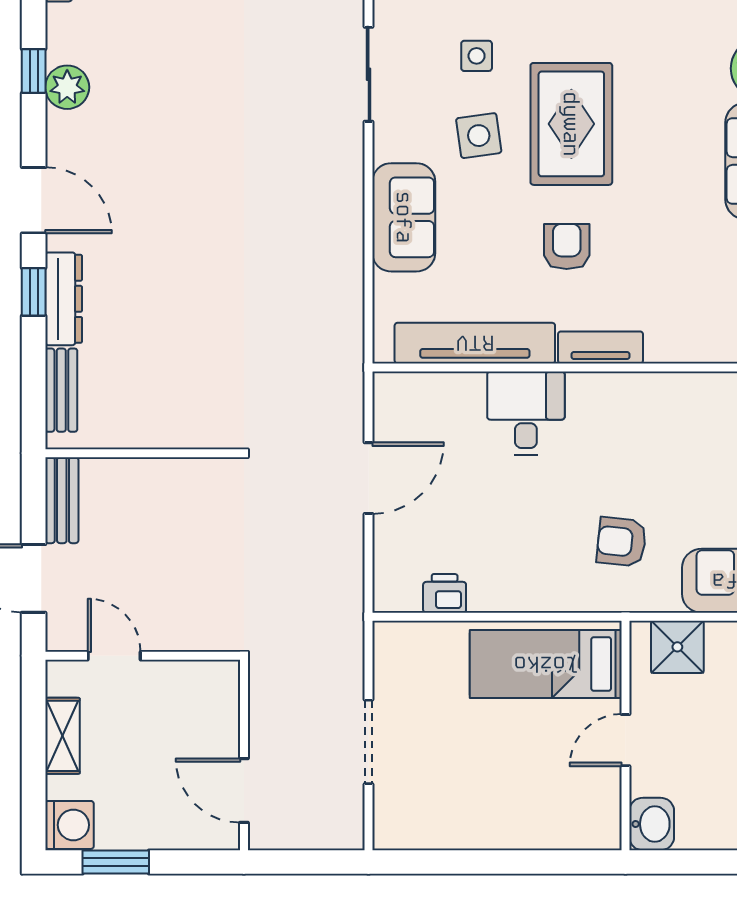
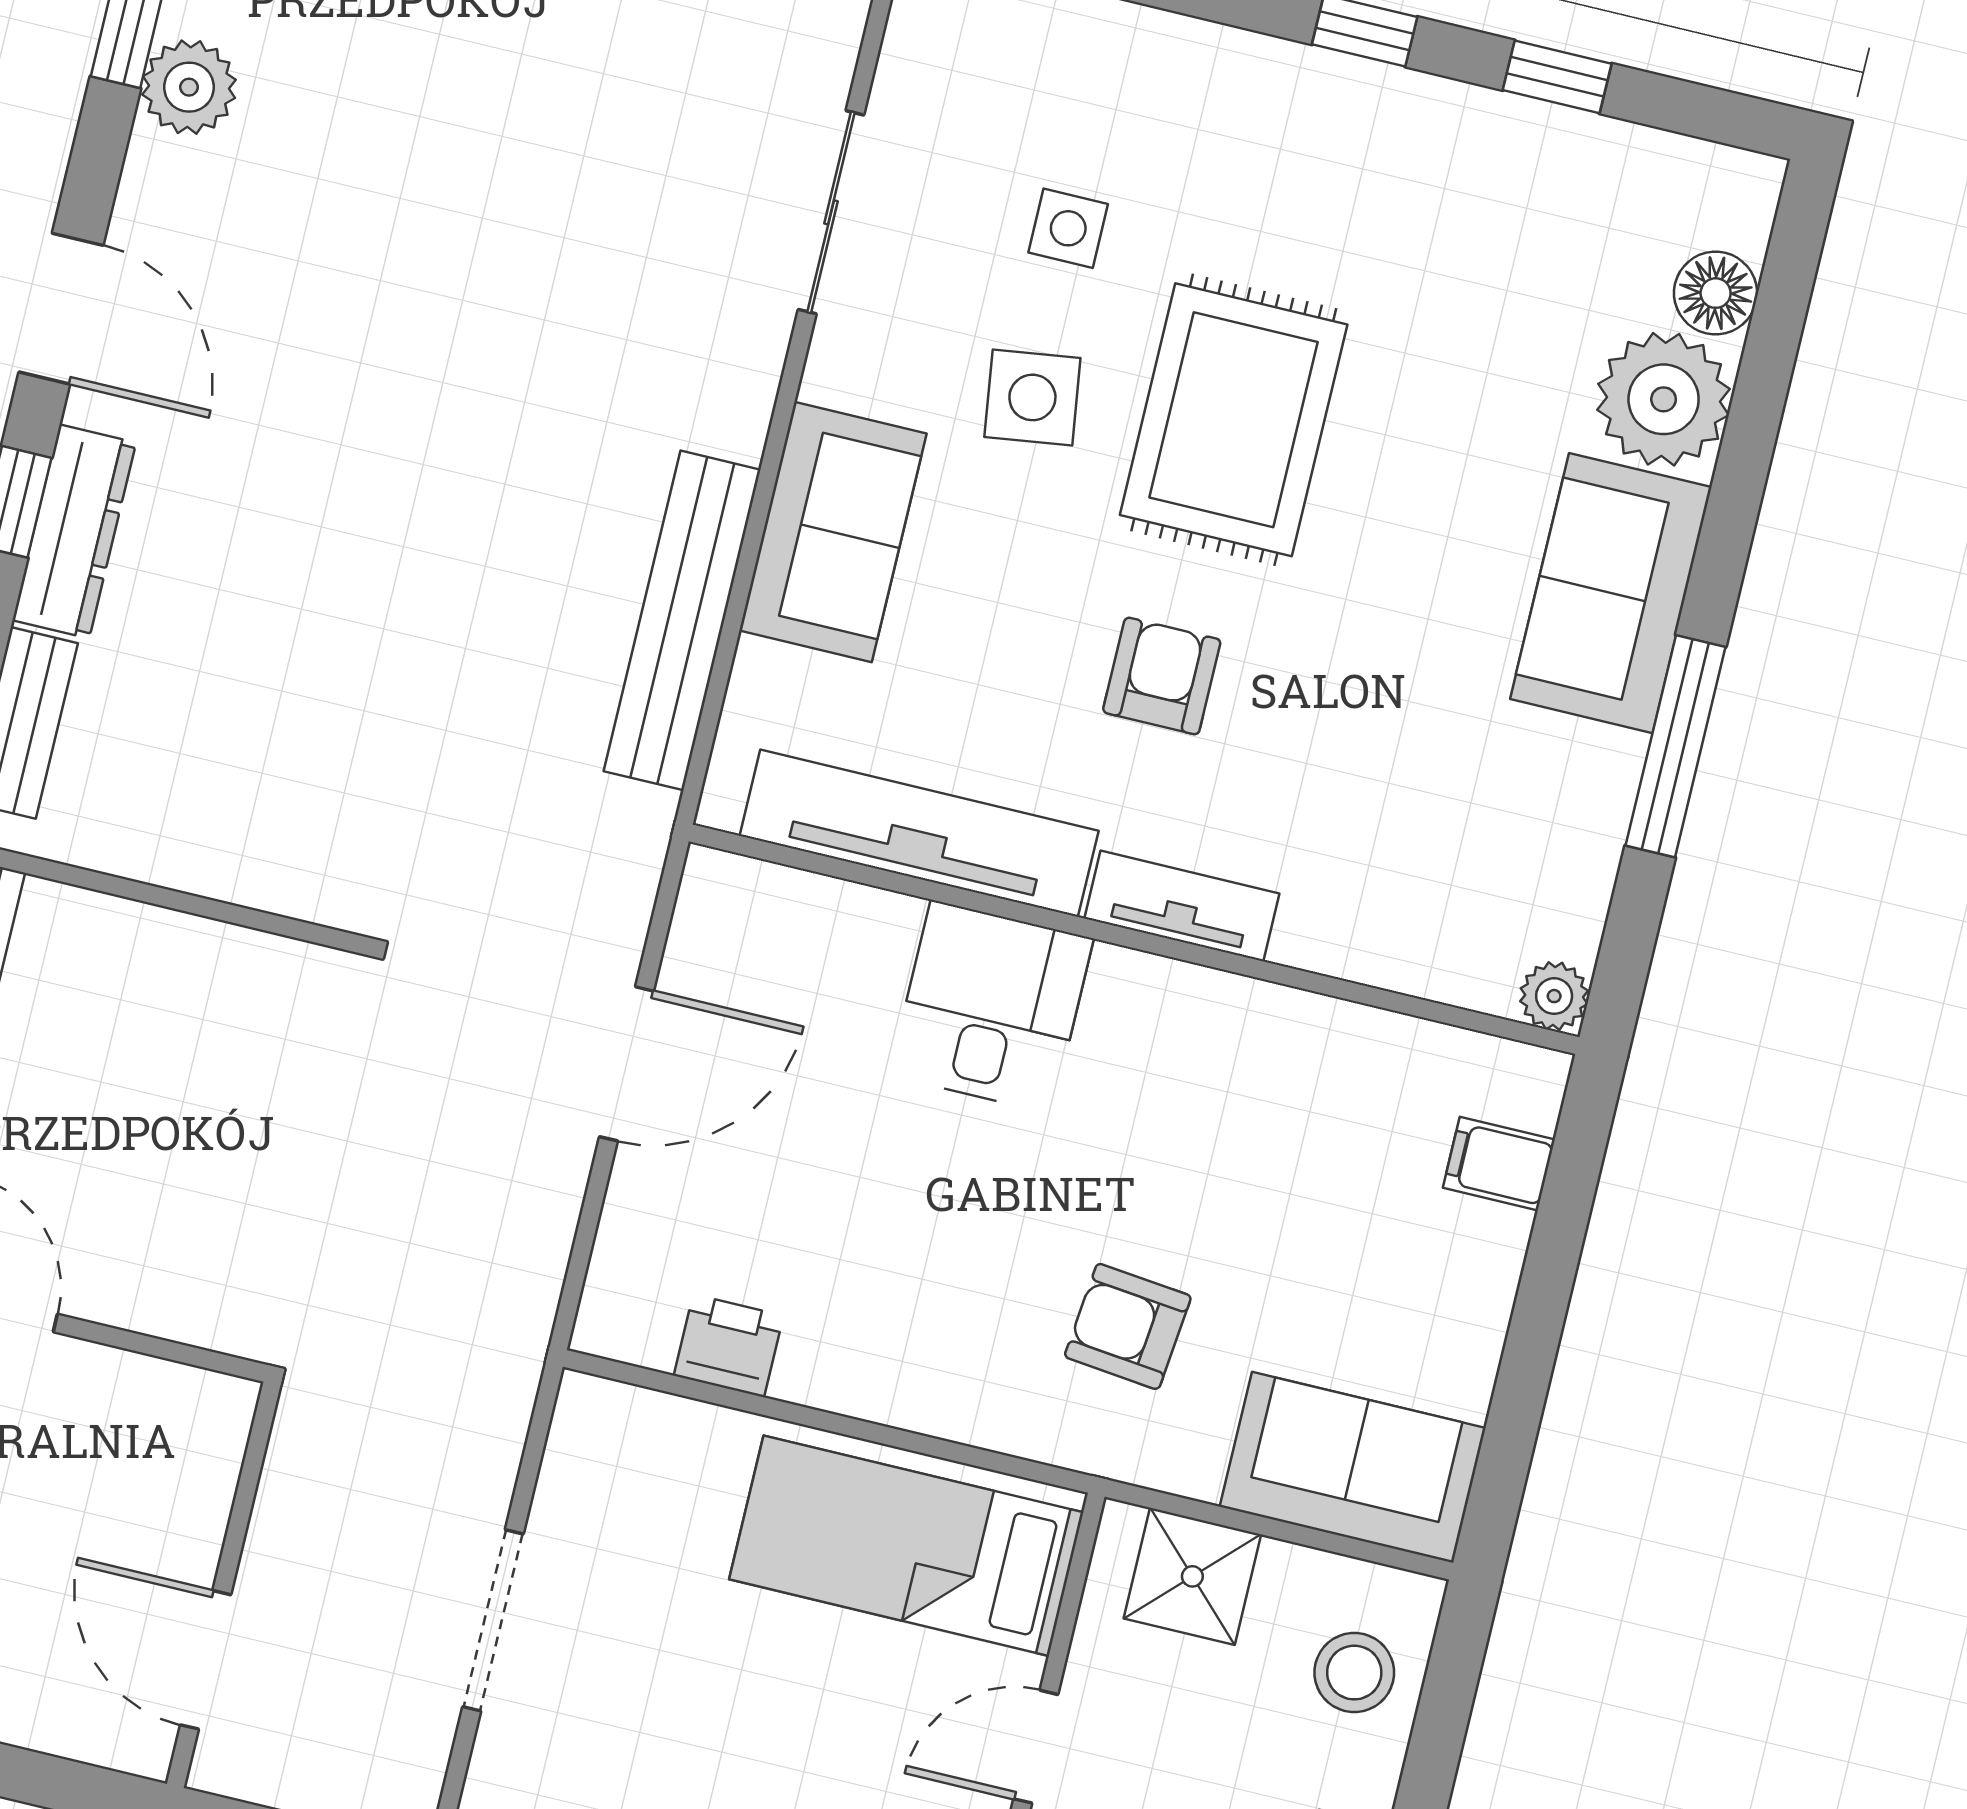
bench: (346, 273) -> (682, 620), added

